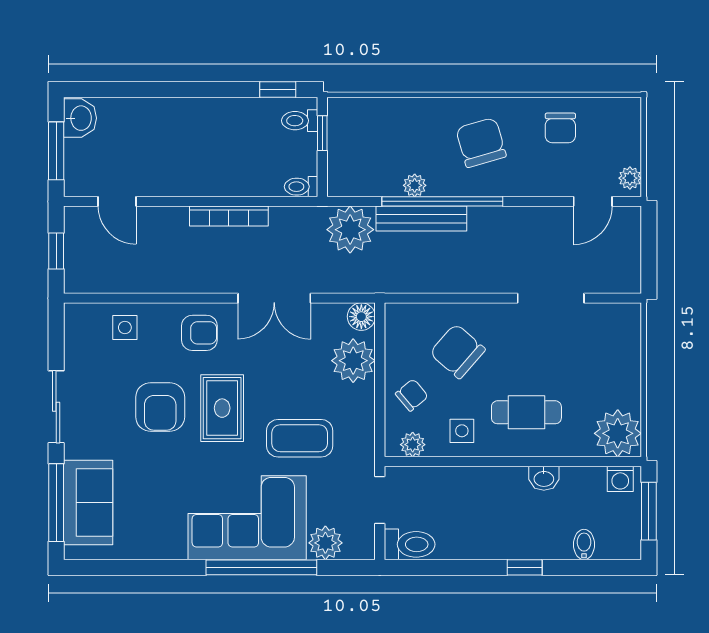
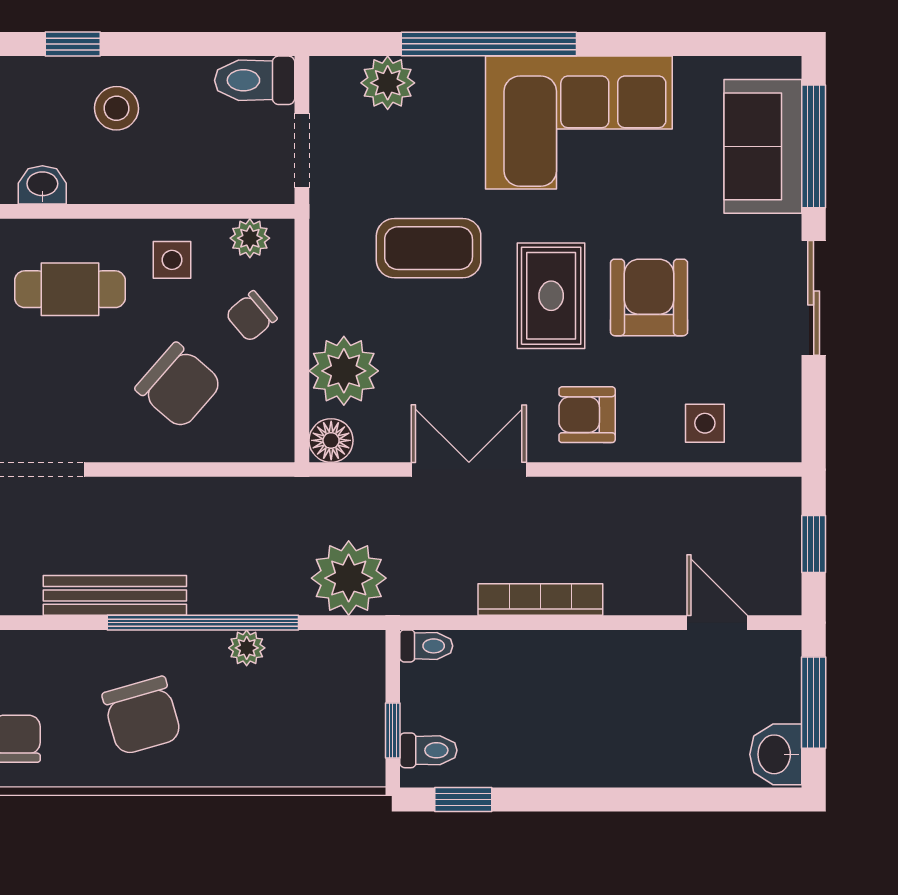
bench: (421, 219) -> (115, 595), moved
corner sofa: (247, 518) -> (579, 122), moved
stool: (497, 527) -> (117, 108), added

